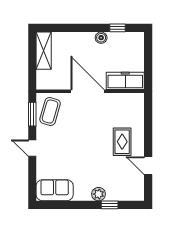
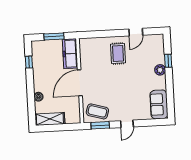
boiler: (101, 38) -> (38, 97), moved
window: (148, 62) -> (54, 36), added
rug: (122, 142) -> (118, 53), turned 90

